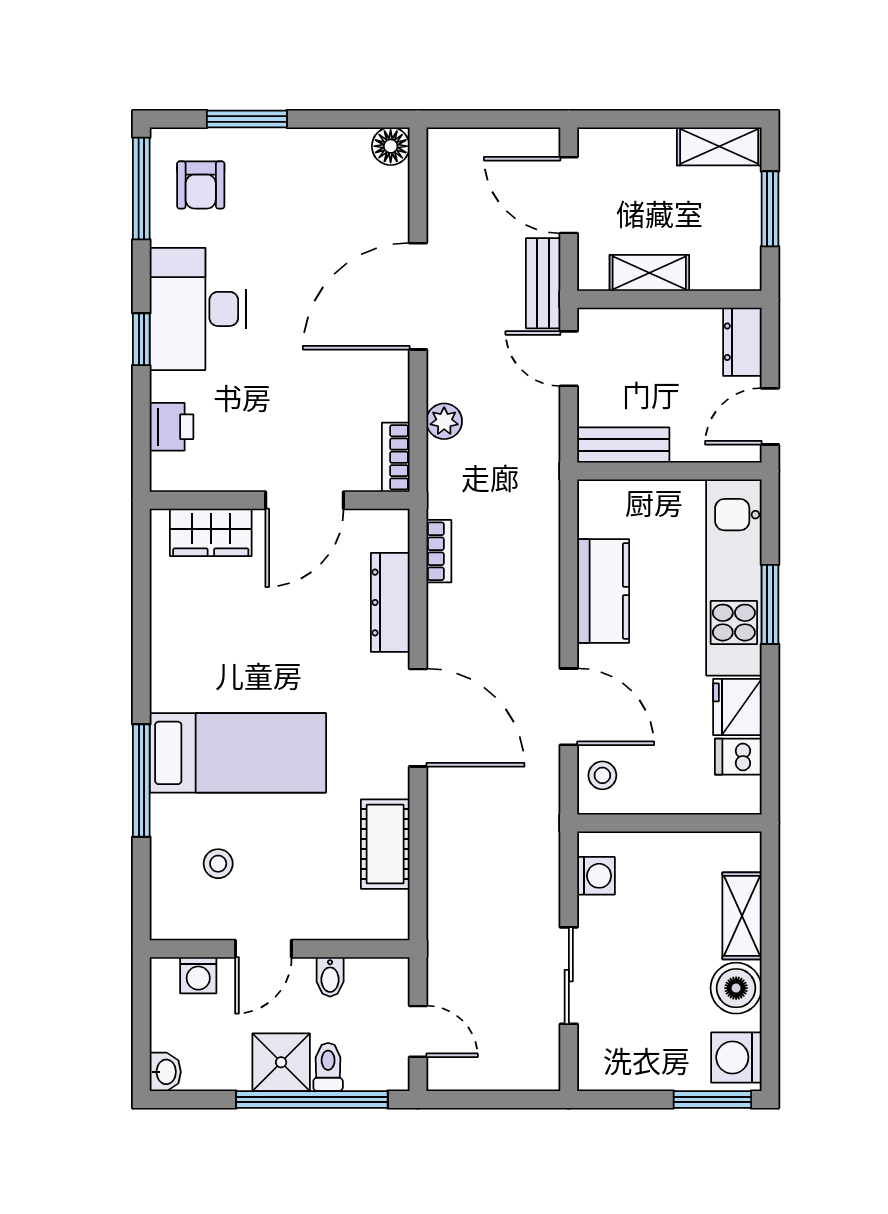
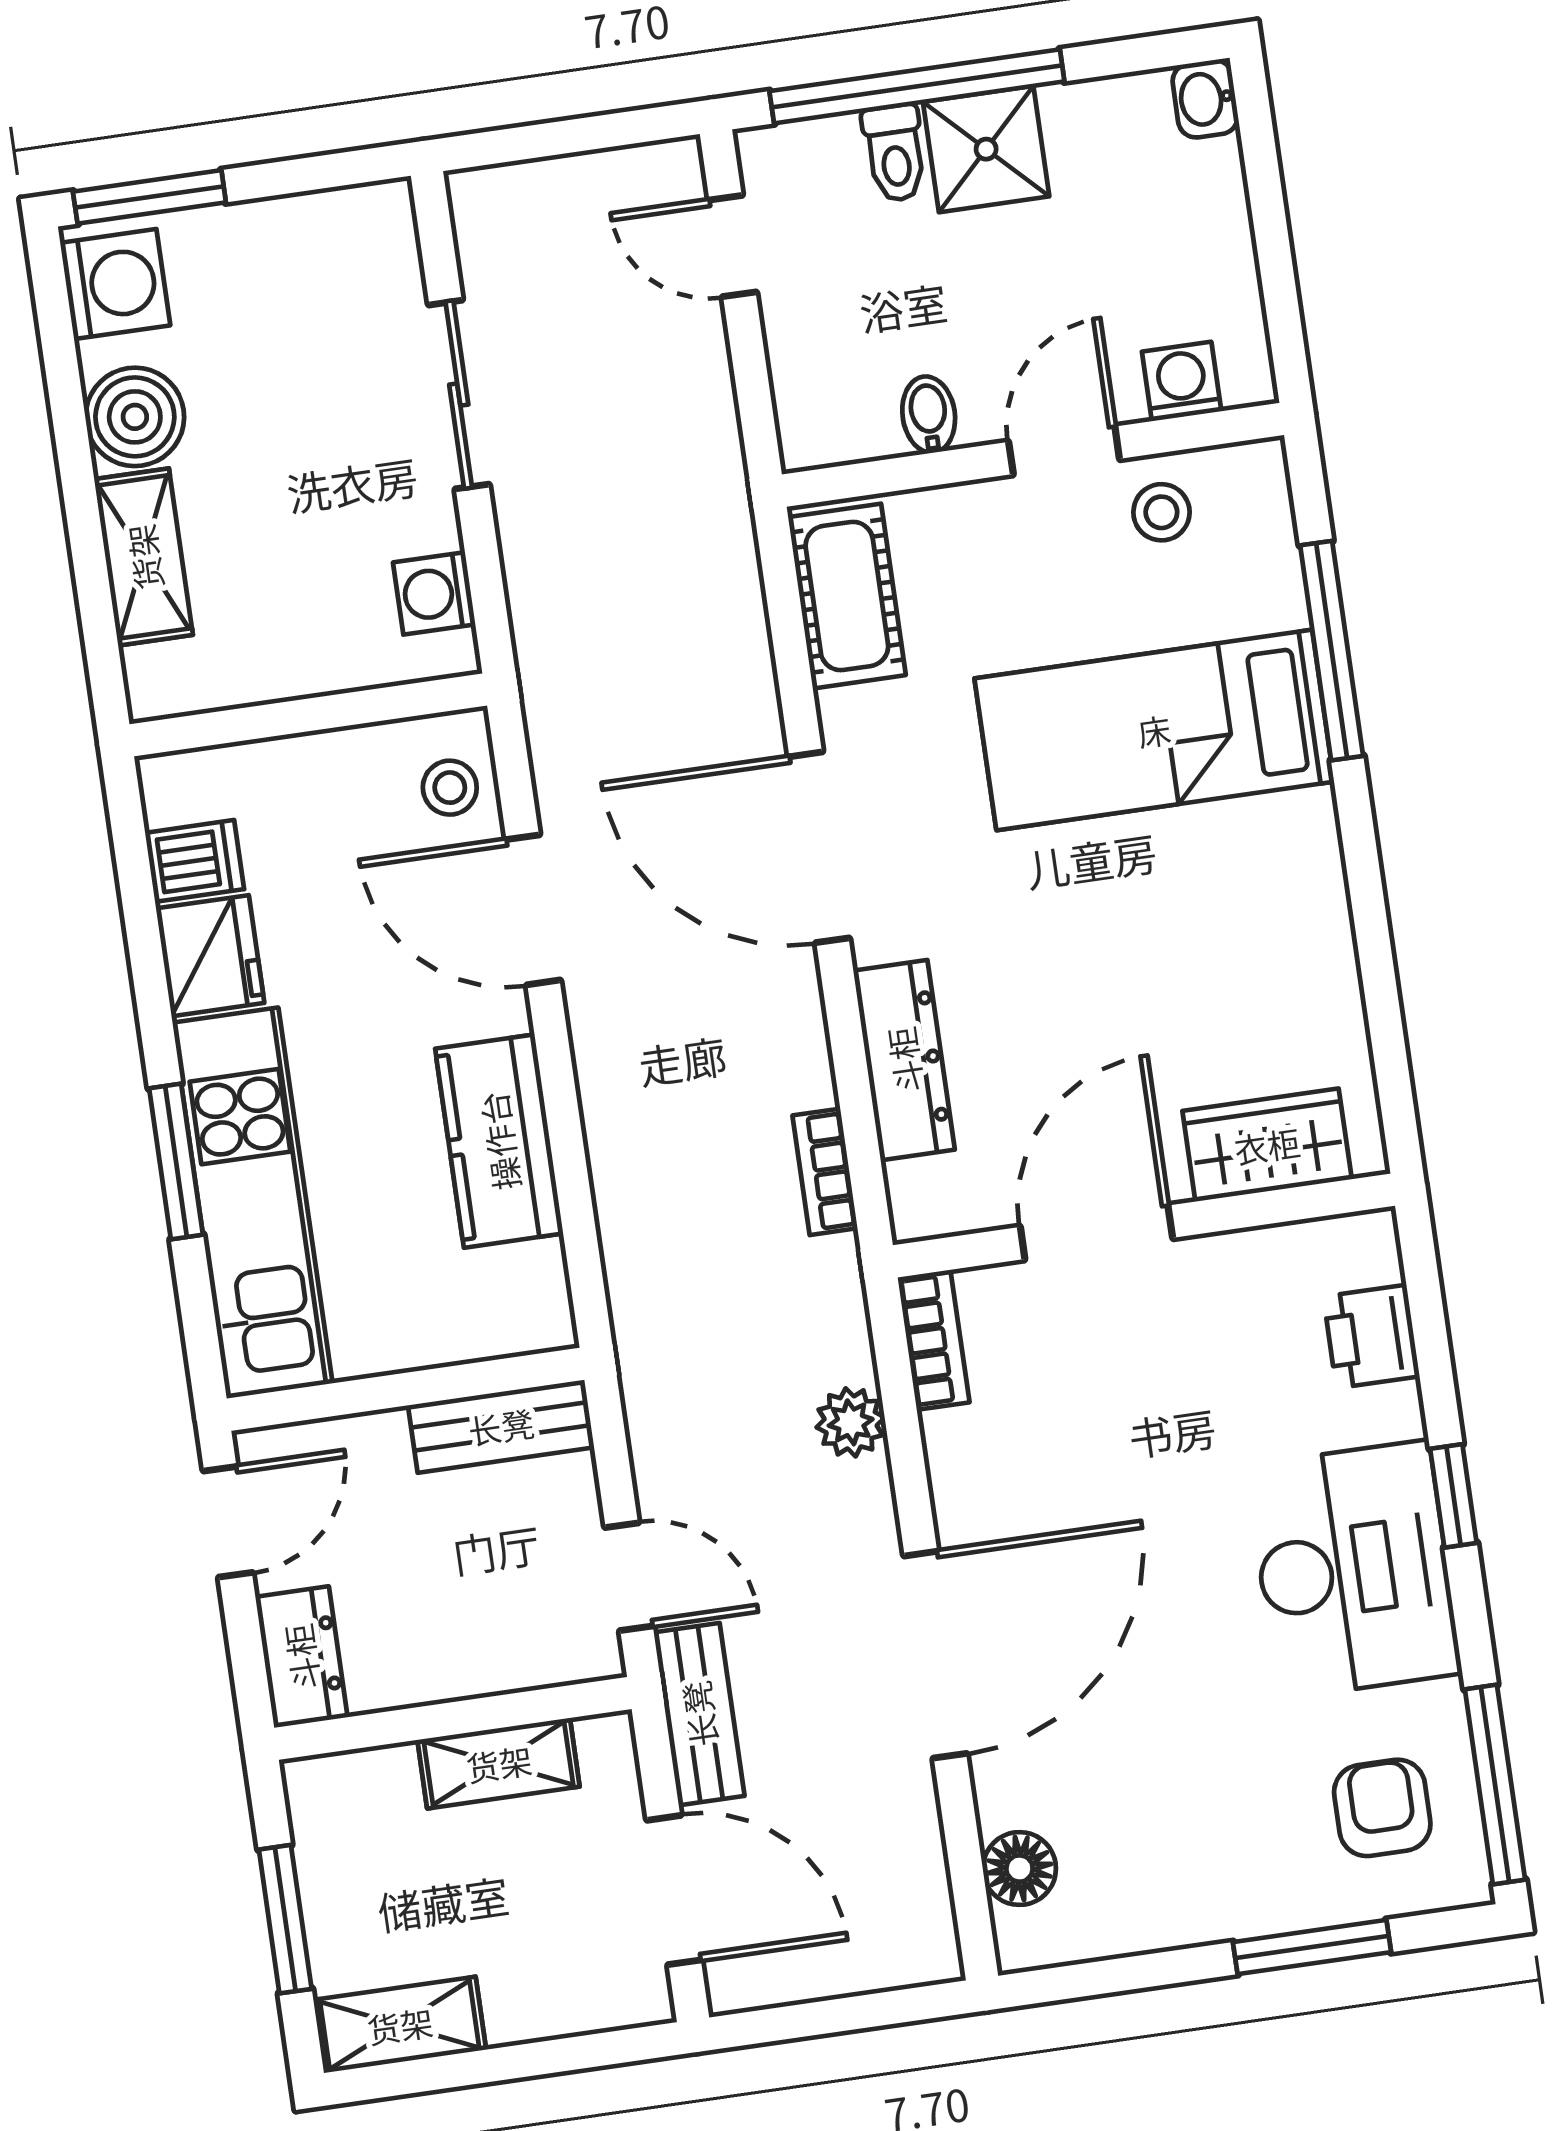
floor lamp: (391, 146) -> (1019, 1869), moved
door: (263, 949) -> (1064, 450), moved
wall: (280, 949) -> (1033, 455), moved
washing machine: (198, 975) -> (1182, 381), moved
bidet: (330, 977) -> (929, 415), moved

